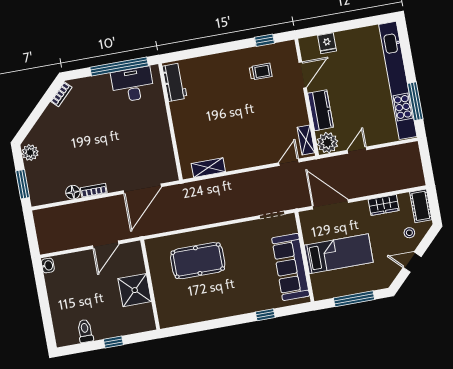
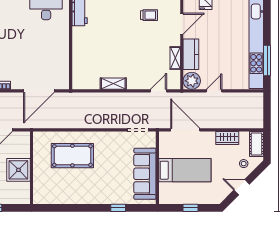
shelving: (306, 140) -> (175, 58), moved
shelving: (208, 168) -> (113, 84), moved
window: (354, 299) -> (191, 208), width x0.46

